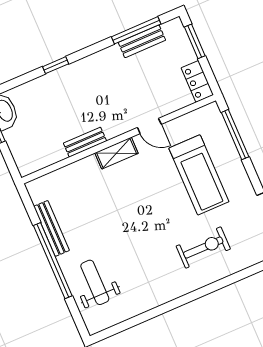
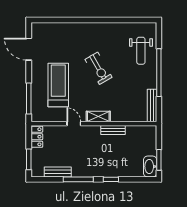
window: (136, 30) -> (78, 179), moved
bench: (51, 228) -> (152, 106), moved
exercise bike: (203, 248) -> (99, 68), moved, turned -120

